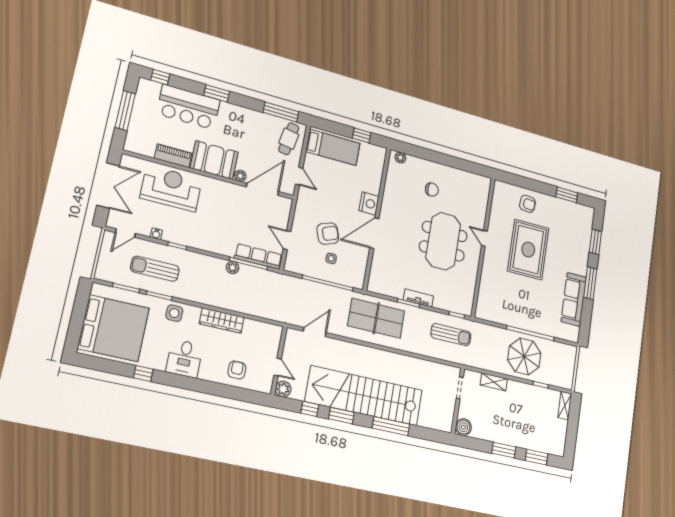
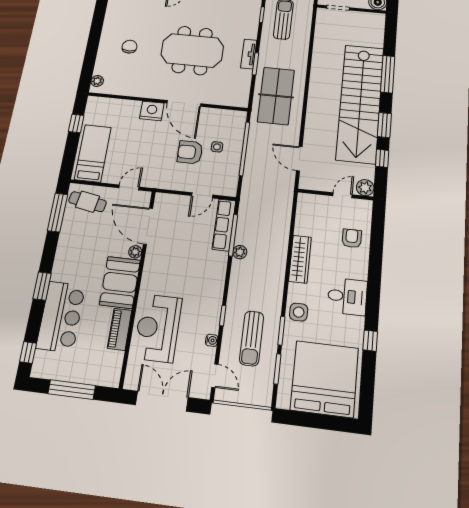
armchair: (328, 234) -> (190, 152), turned -70
meeting table: (443, 241) -> (192, 50), moved
armchair: (237, 370) -> (352, 238), turned 90

